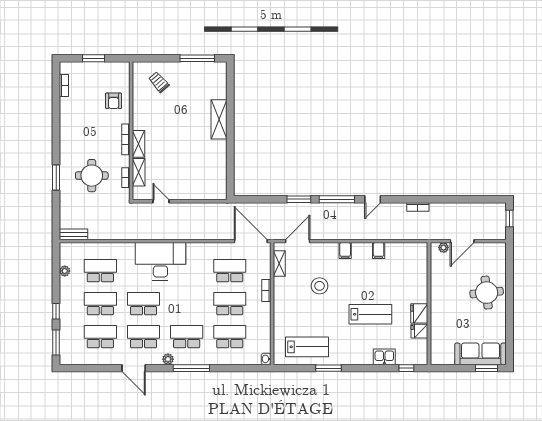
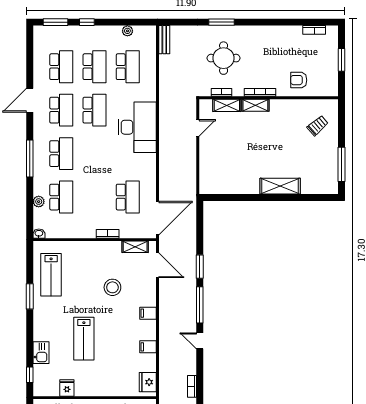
school desk: (230, 304) -> (95, 197), removed
fridge: (419, 313) -> (148, 382), moved, turned -90
plant: (168, 359) -> (39, 202), moved

